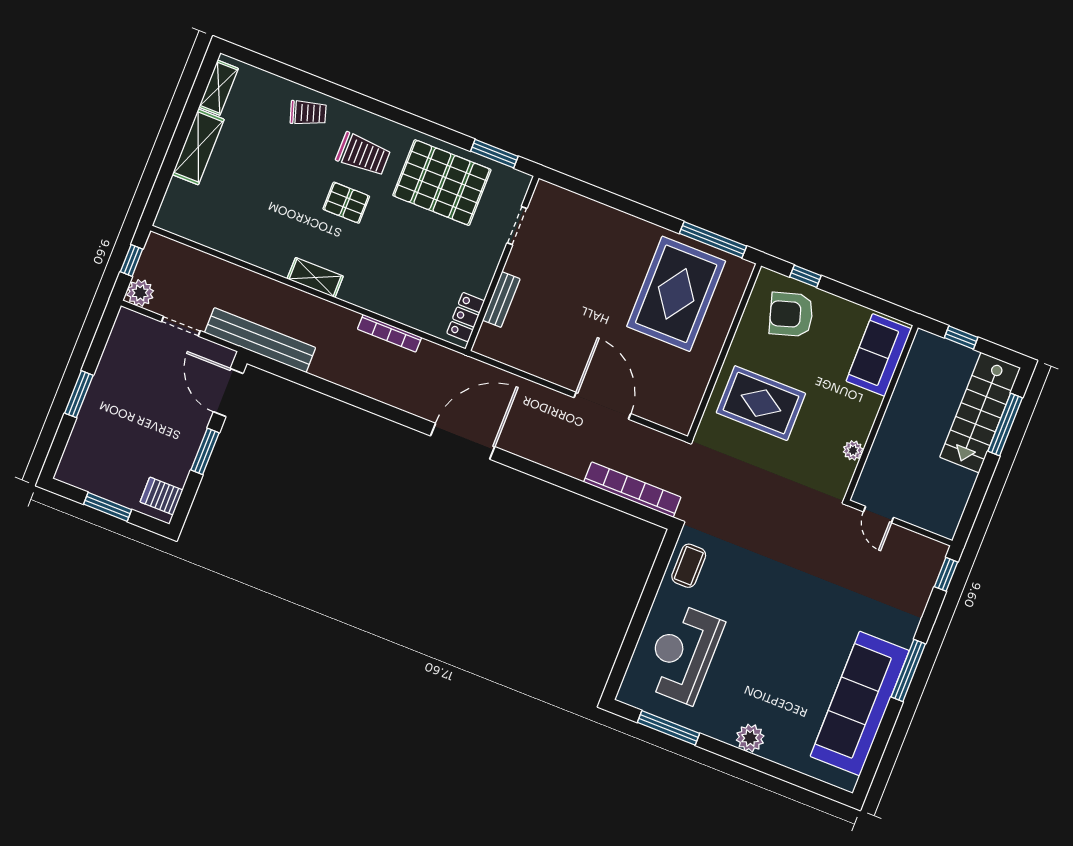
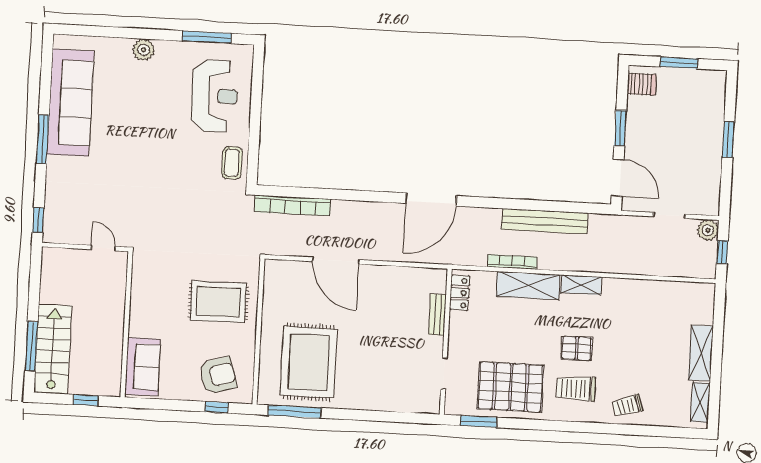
shelving: (380, 298) -> (528, 286), added
bench: (260, 340) -> (545, 221), moved
plant: (853, 450) -> (138, 289), removed

